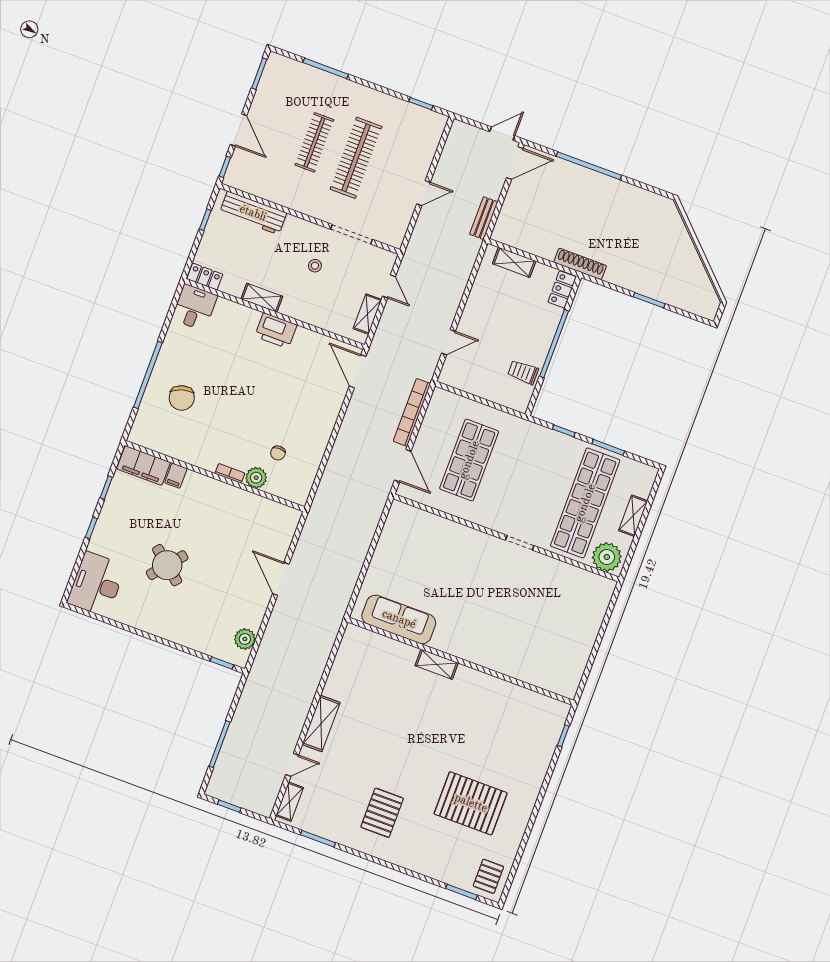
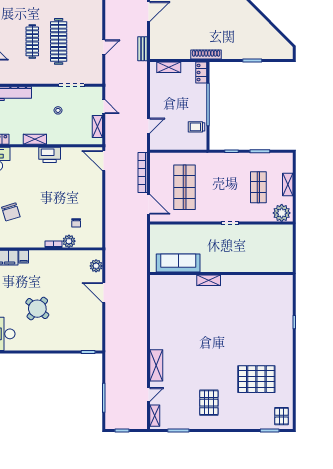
shop shelf: (585, 503) -> (258, 187), width x0.50, depth x0.74
sofa: (399, 619) -> (178, 263), moved
plant: (245, 639) -> (96, 266), moved
wall: (461, 661) -> (221, 274), moved
shelving: (437, 664) -> (209, 280), moved

